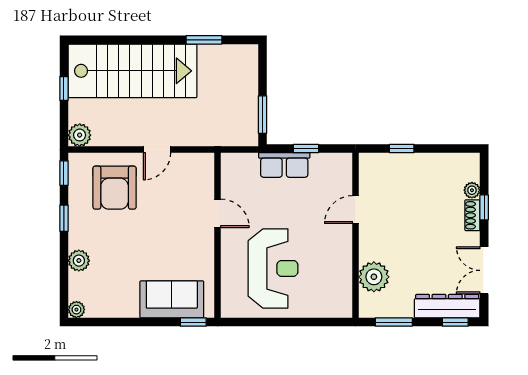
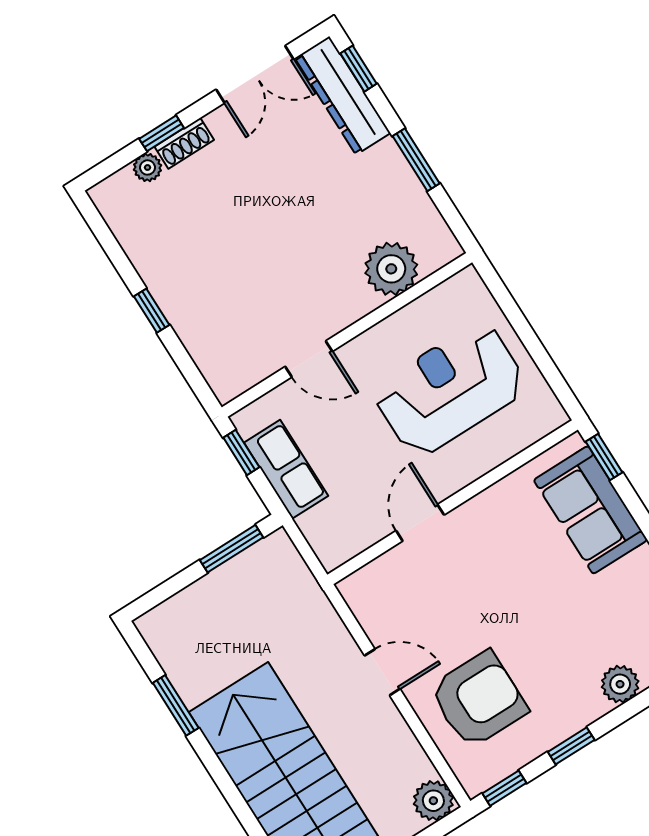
door: (356, 210) -> (309, 359), moved
wall: (356, 235) -> (347, 335), moved
plant: (374, 277) -> (391, 269), moved

